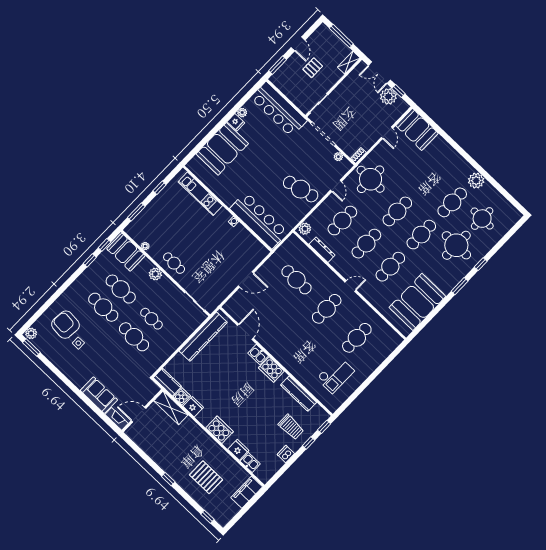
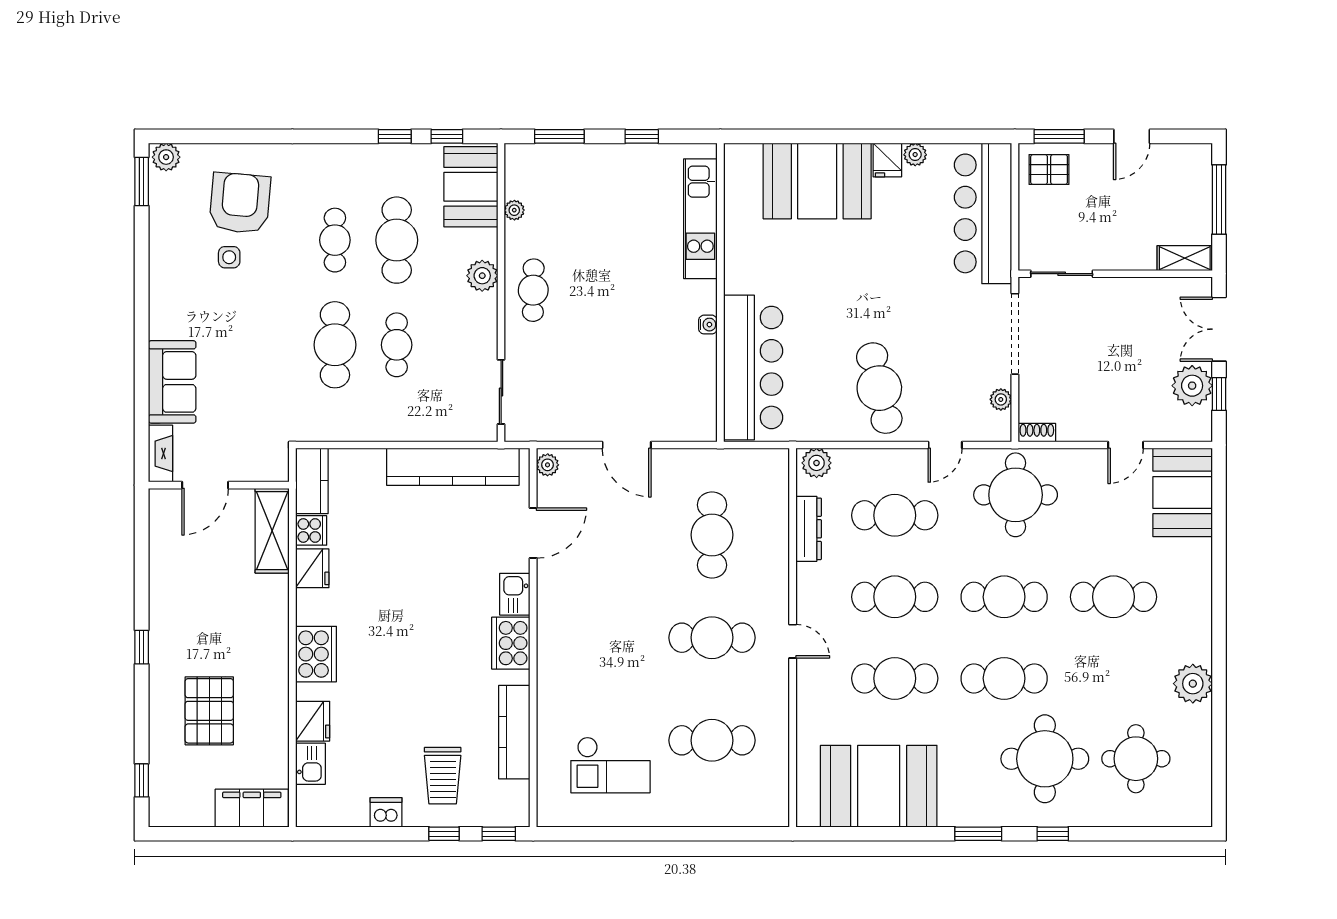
pallet: (313, 68) -> (1049, 170), moved
cafe table: (452, 202) -> (1113, 597), moved
cafe table: (103, 307) -> (335, 240), width x0.73, depth x0.74
plant: (229, 308) -> (548, 465), added
door: (139, 415) -> (205, 485), swing flipped

